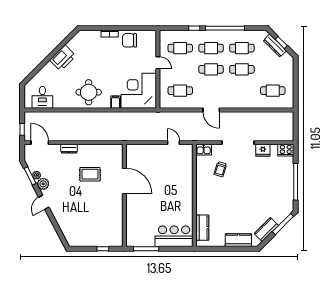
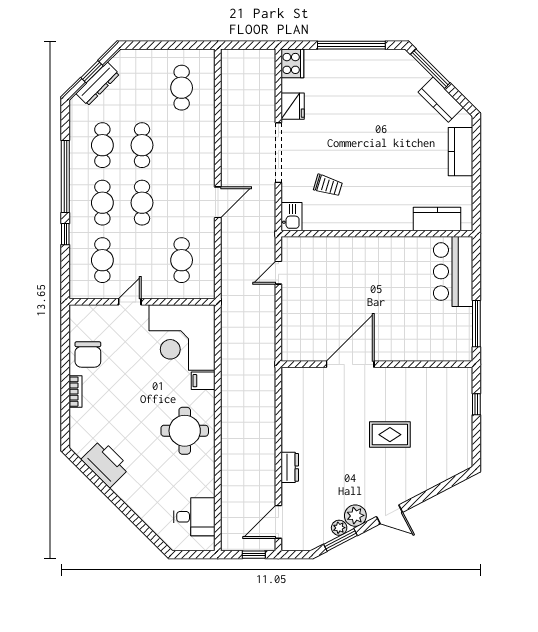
printer: (63, 58) -> (106, 464), moved
rug: (90, 174) -> (390, 435), moved, turned 90

